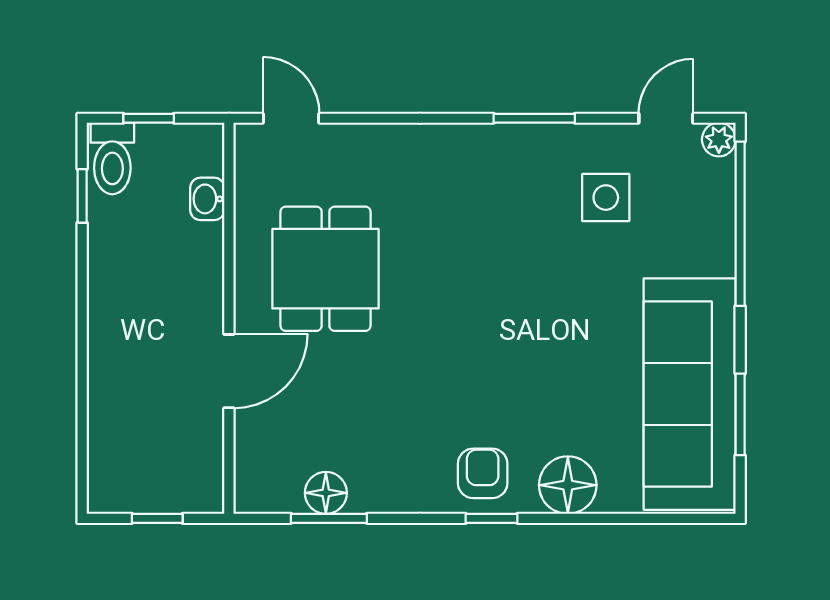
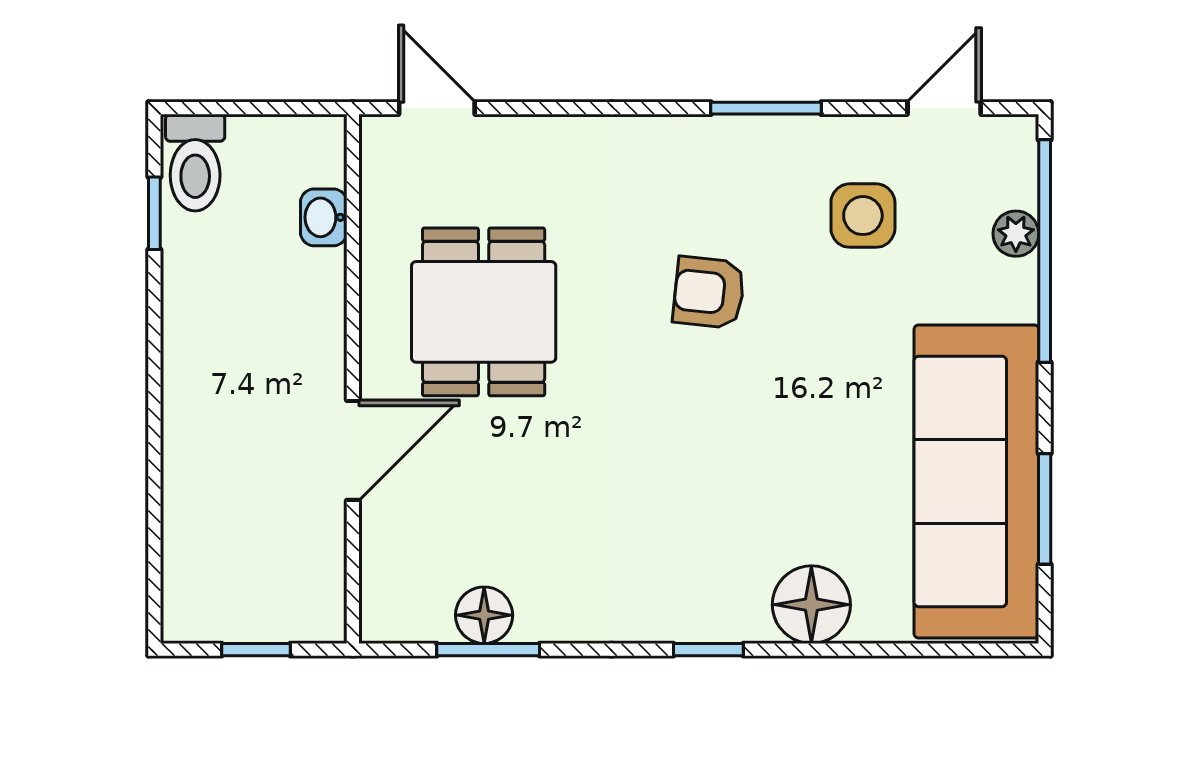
window: (149, 118) -> (244, 108), removed
plant: (719, 140) -> (1016, 234), moved
armchair: (483, 473) -> (709, 292), moved, turned -84

